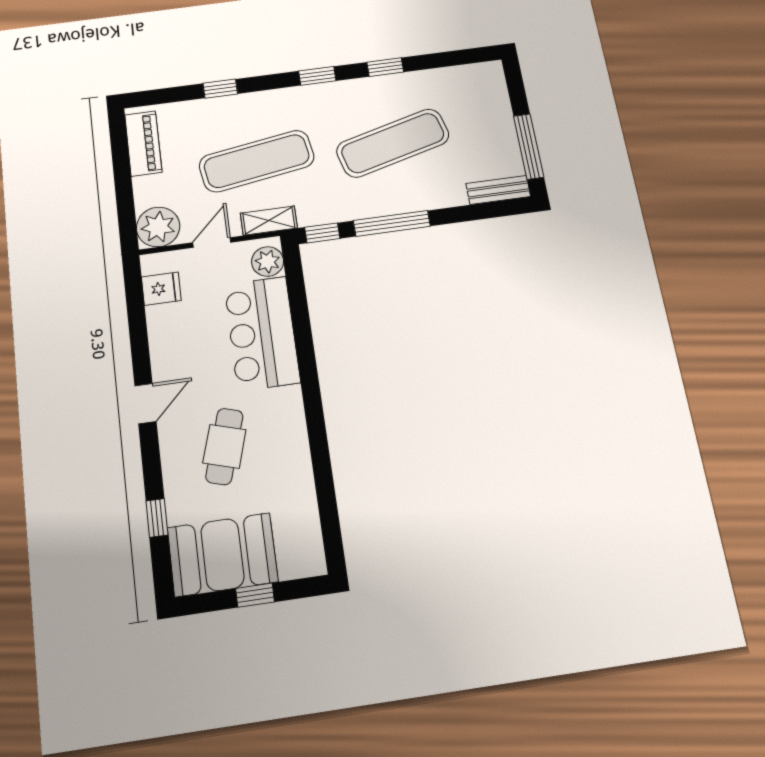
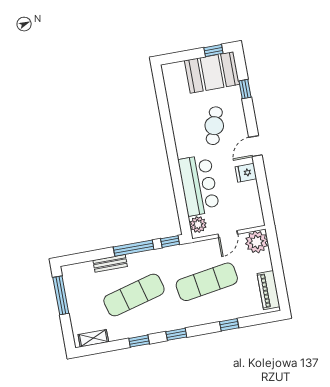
bench: (498, 190) -> (110, 263), moved
shelving: (269, 221) -> (93, 338), moved
fridge: (161, 289) -> (246, 173), moved
window: (255, 595) -> (213, 50), moved

